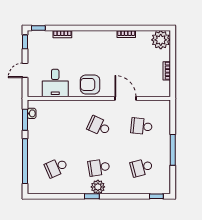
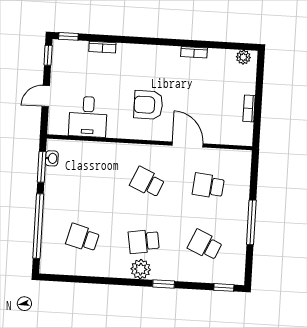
plant: (161, 40) -> (243, 57), width x0.53, depth x0.53
armchair: (90, 84) -> (148, 105), moved
school desk: (56, 167) -> (83, 238), turned 39
school desk: (142, 167) -> (205, 245), turned 39
window: (92, 196) -> (164, 284), moved

